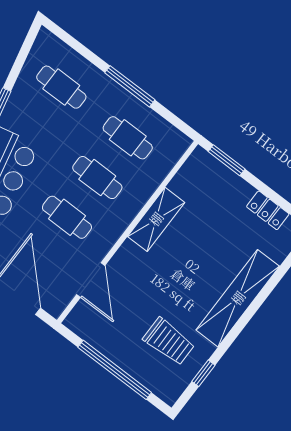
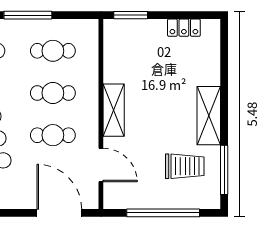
shelving: (156, 219) -> (114, 110), moved
shelving: (238, 298) -> (209, 116), width x0.68
window: (203, 373) -> (224, 170), width x2.17

